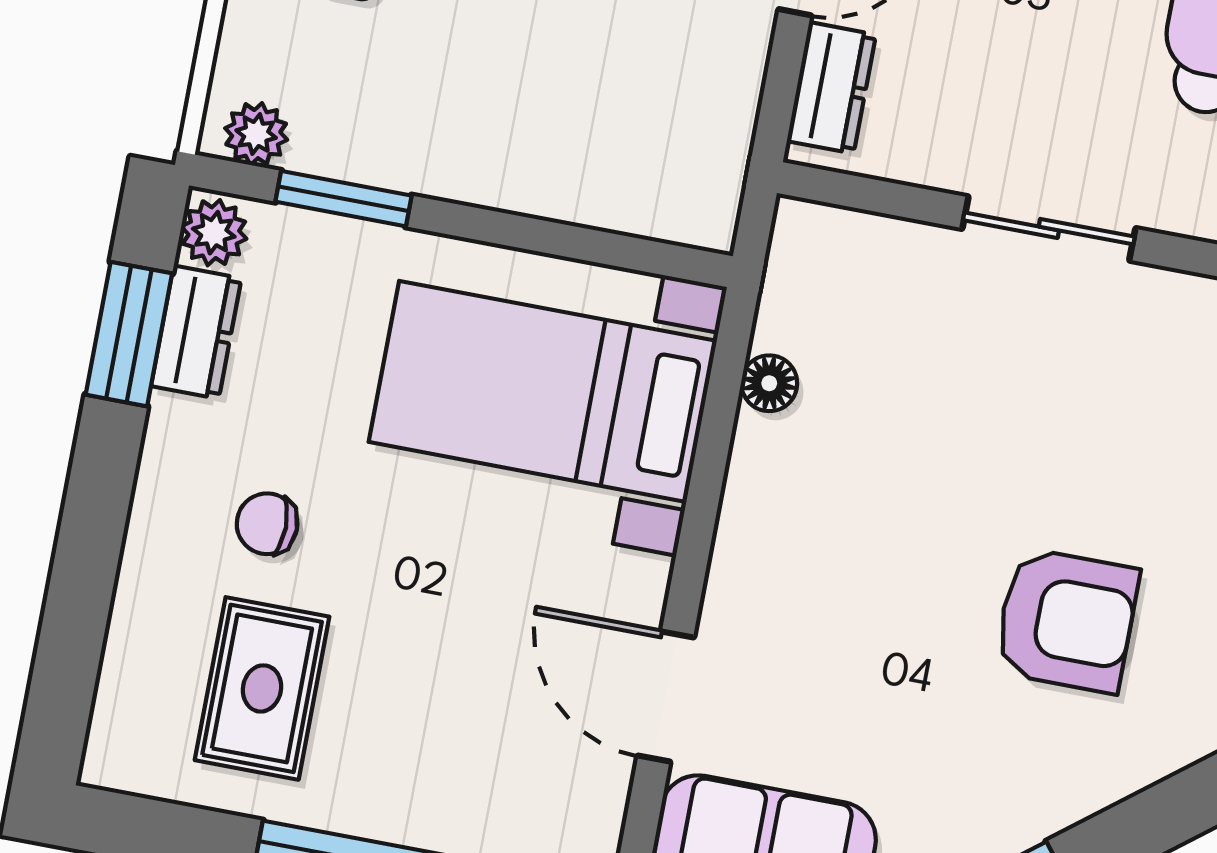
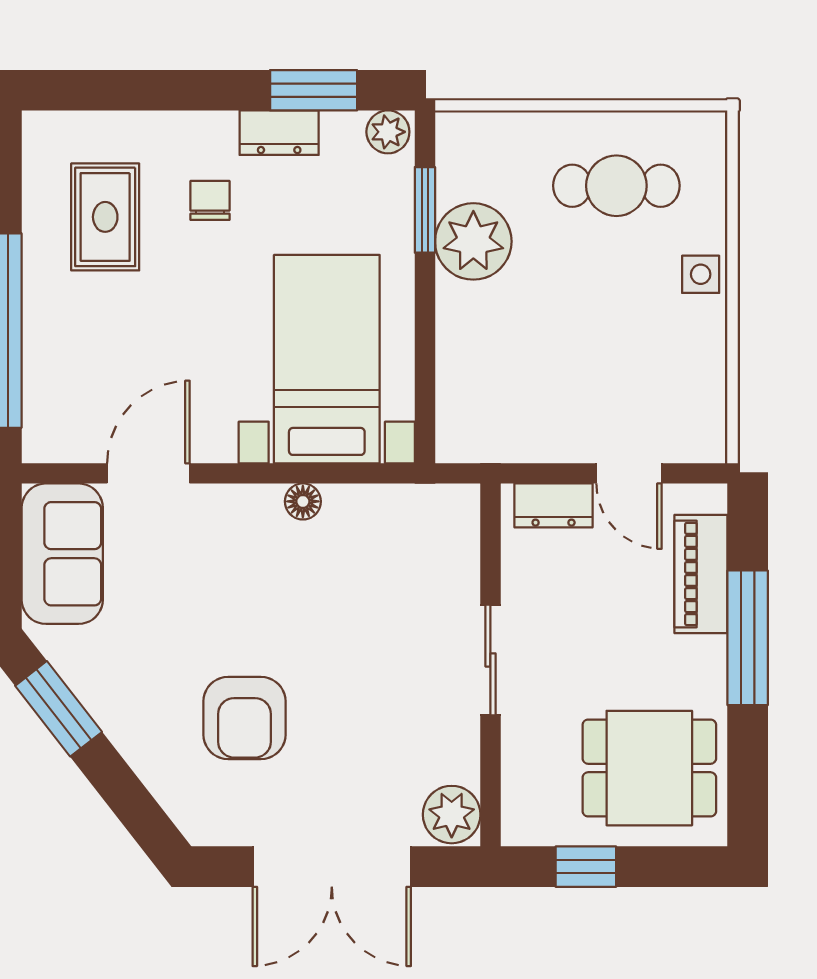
plant: (256, 134) -> (473, 241), moved, width x1.88, depth x1.88
dresser: (196, 332) -> (279, 133), moved
floor lamp: (769, 383) -> (303, 501), moved
rug: (262, 688) -> (105, 217), turned 90

